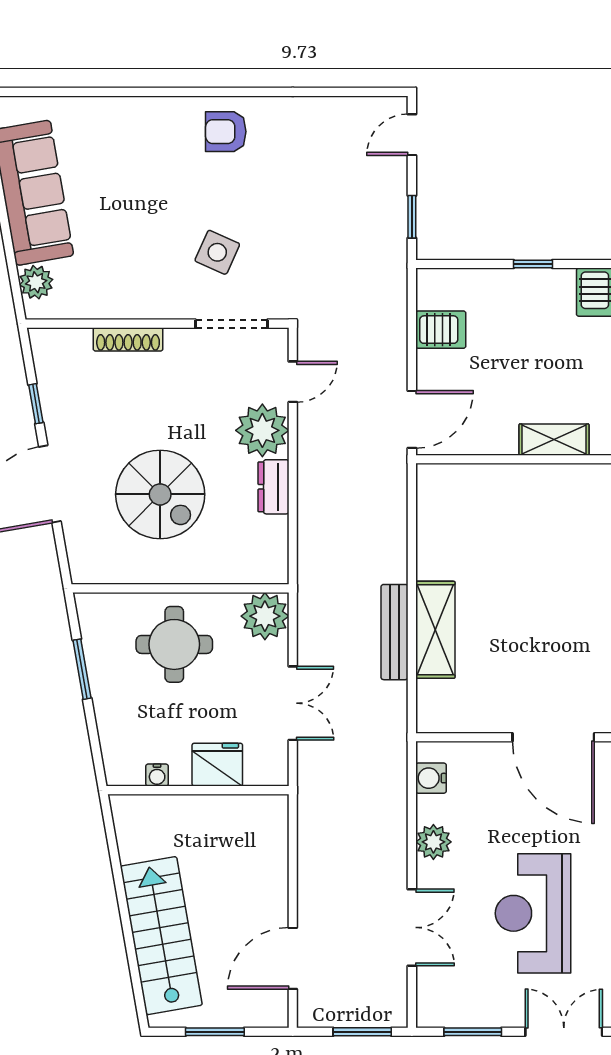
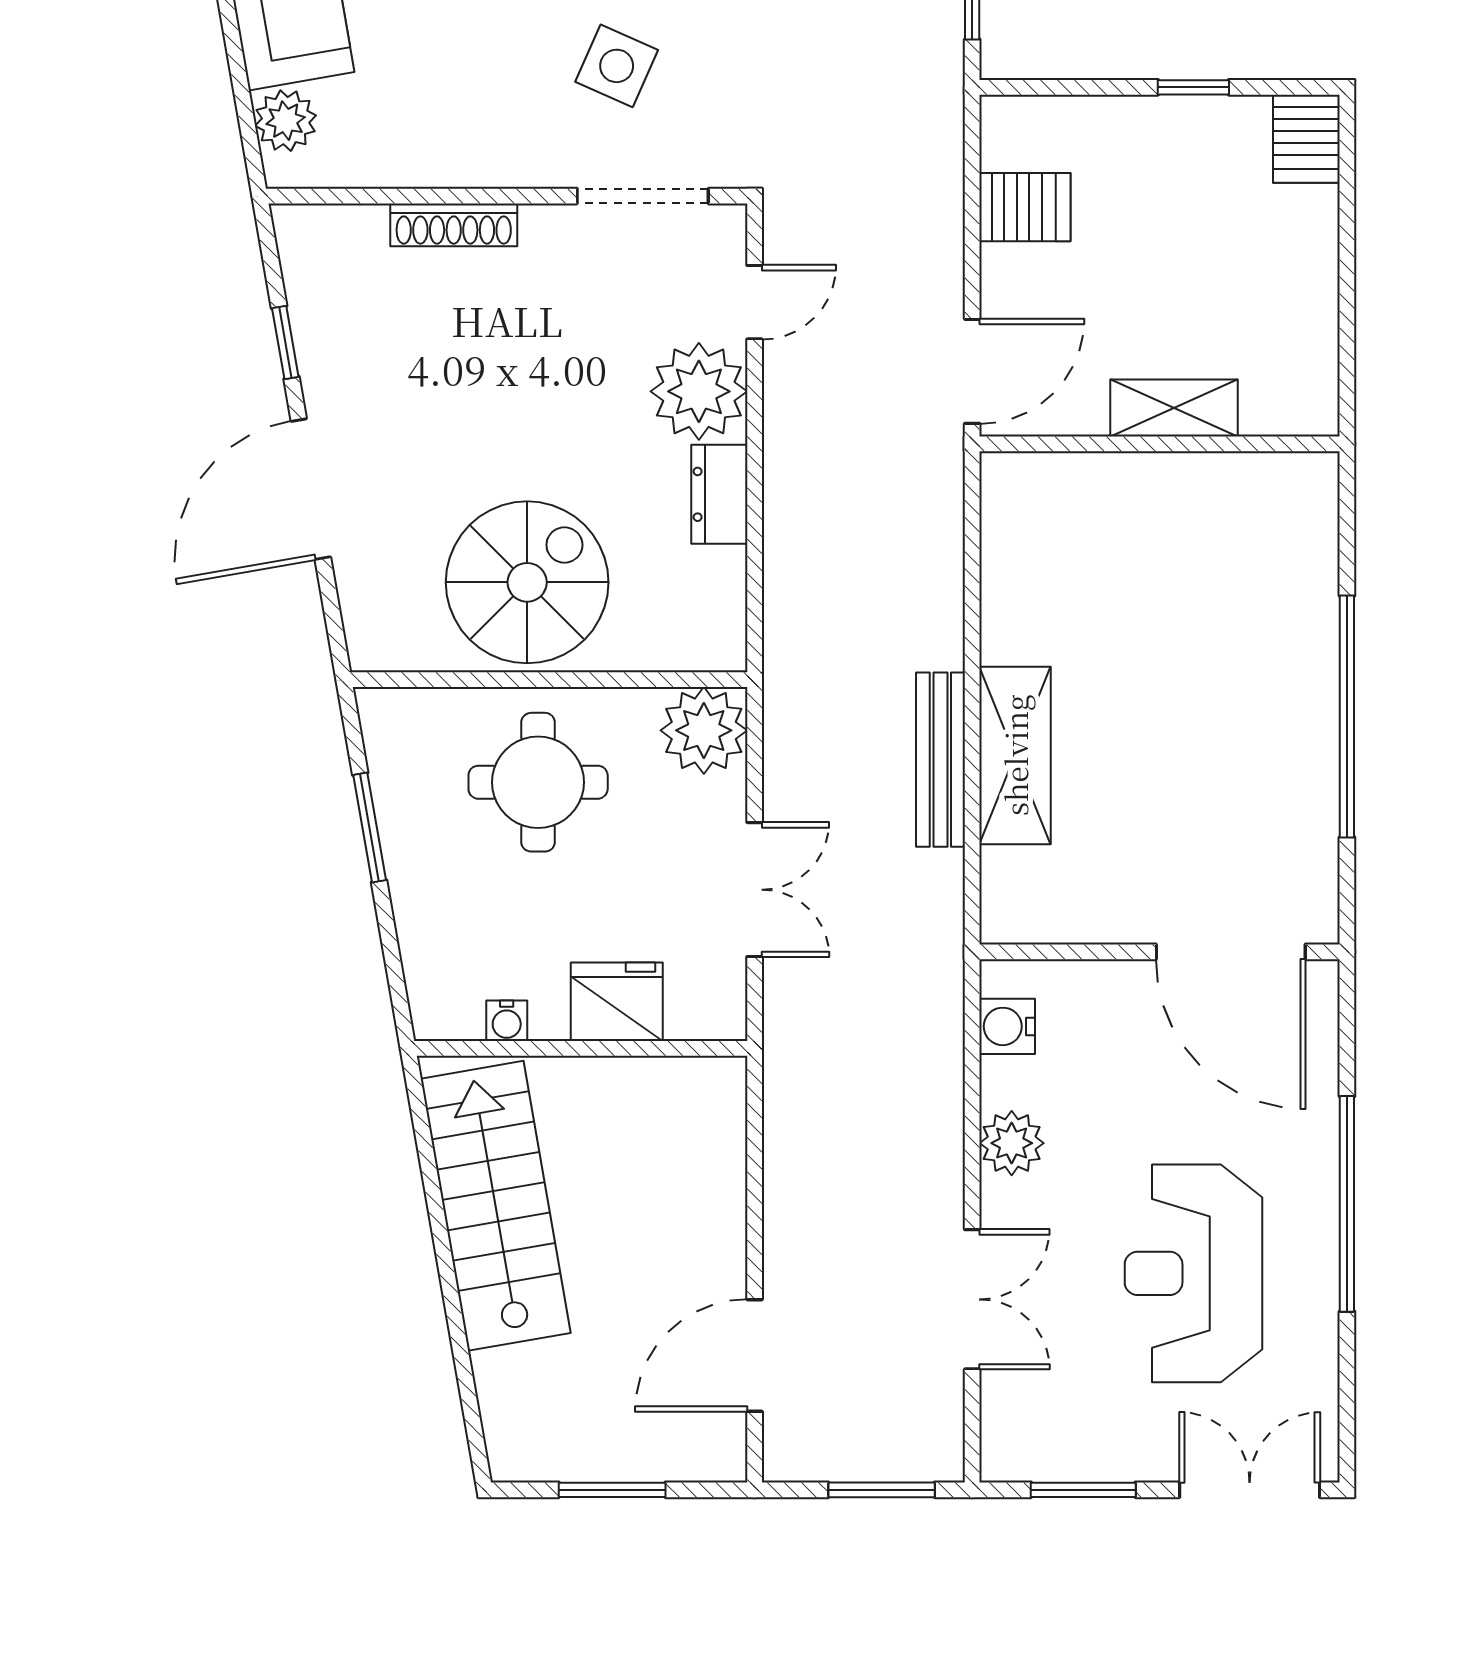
shelving: (554, 440) -> (1174, 408), moved
spiral stairs: (160, 494) -> (527, 582), moved, turned -90
stairs: (161, 936) -> (496, 1206), moved

